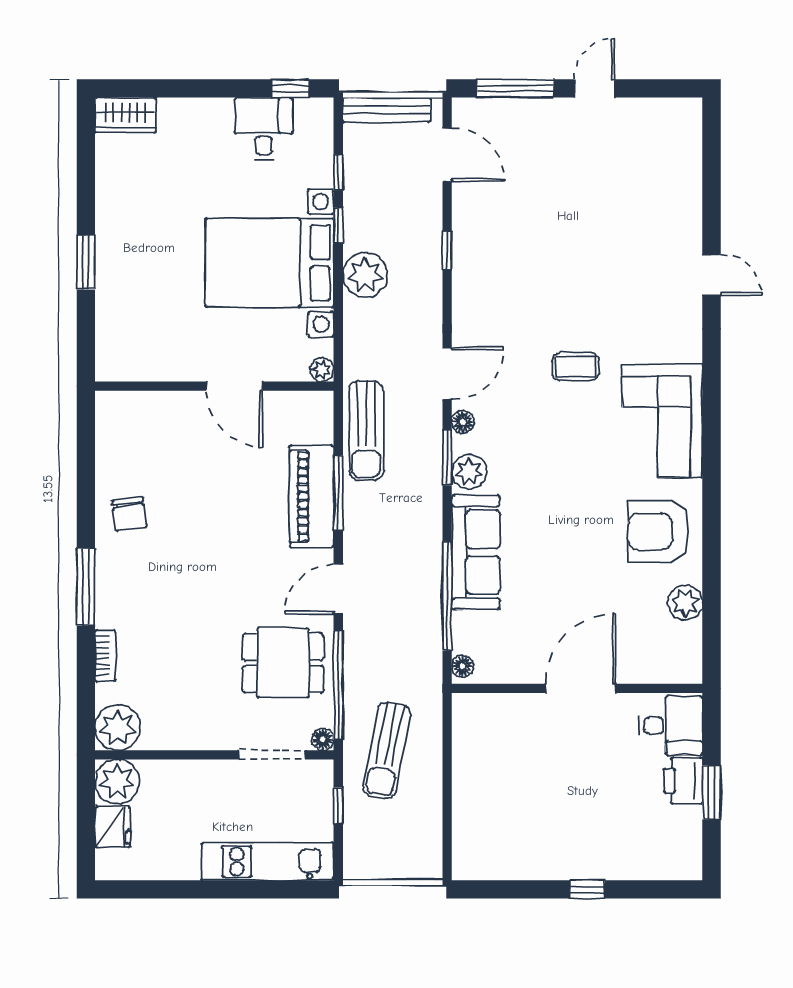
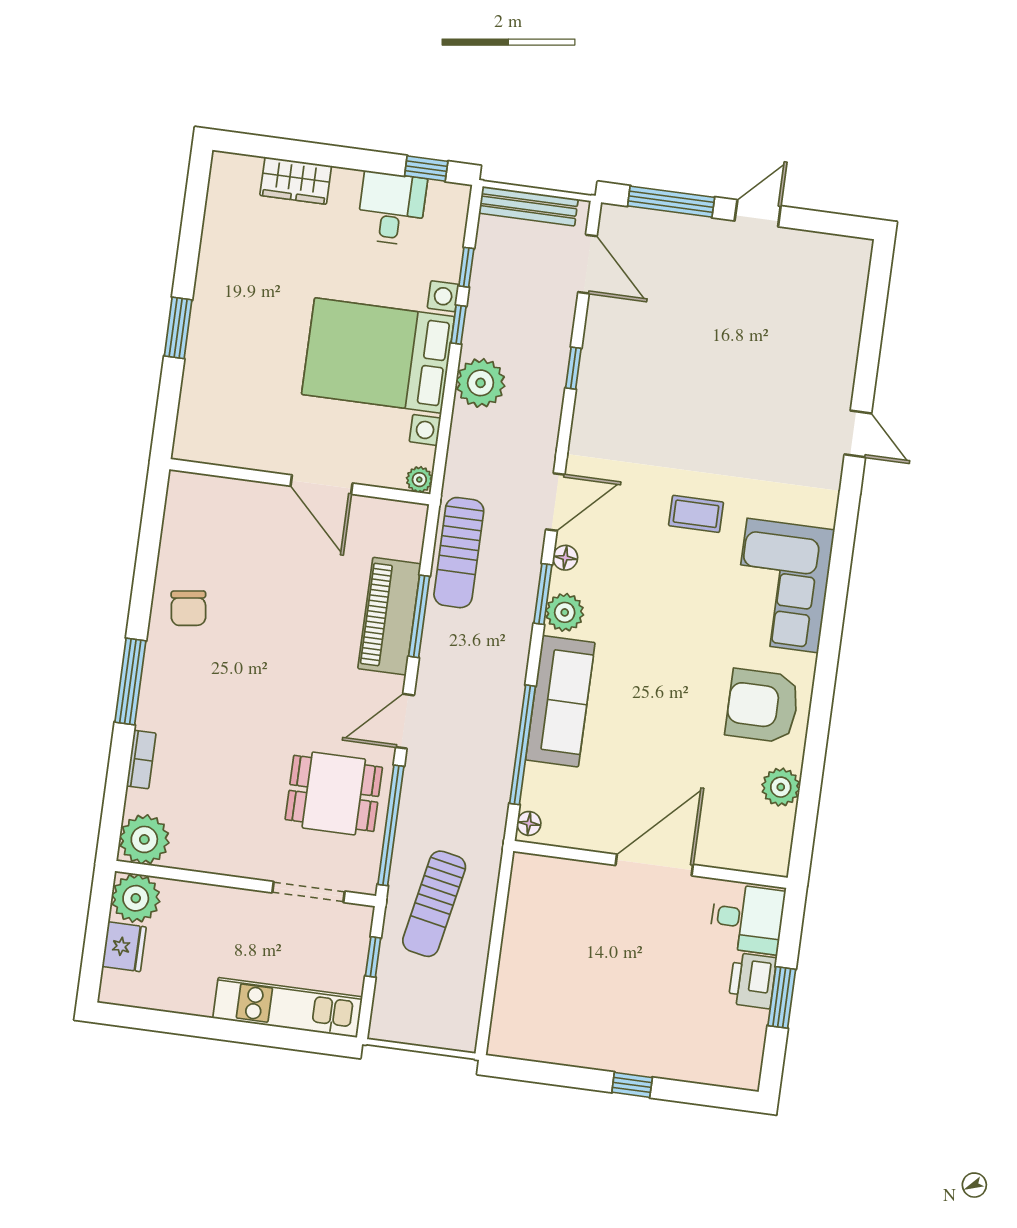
wardrobe: (126, 115) -> (296, 181), moved
floor lamp: (323, 739) -> (366, 882), removed

